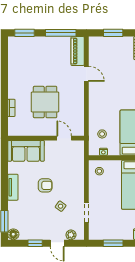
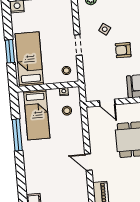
door: (86, 74) -> (88, 162), moved
doorway: (86, 212) -> (78, 45), moved

